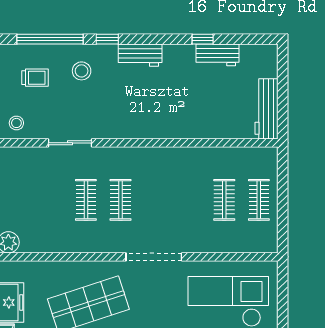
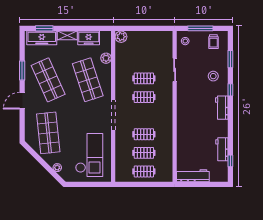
window: (50, 39) -> (230, 59), width x0.47
window: (203, 39) -> (230, 161), moved
trolley: (35, 78) -> (213, 42), moved
clothes rail: (190, 200) -> (144, 134), added
plant: (48, 270) -> (106, 58), added

